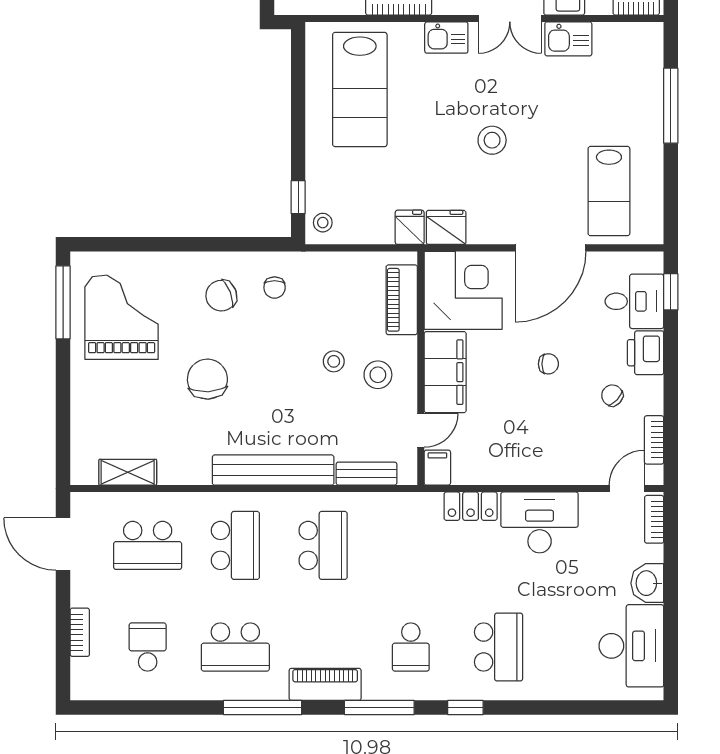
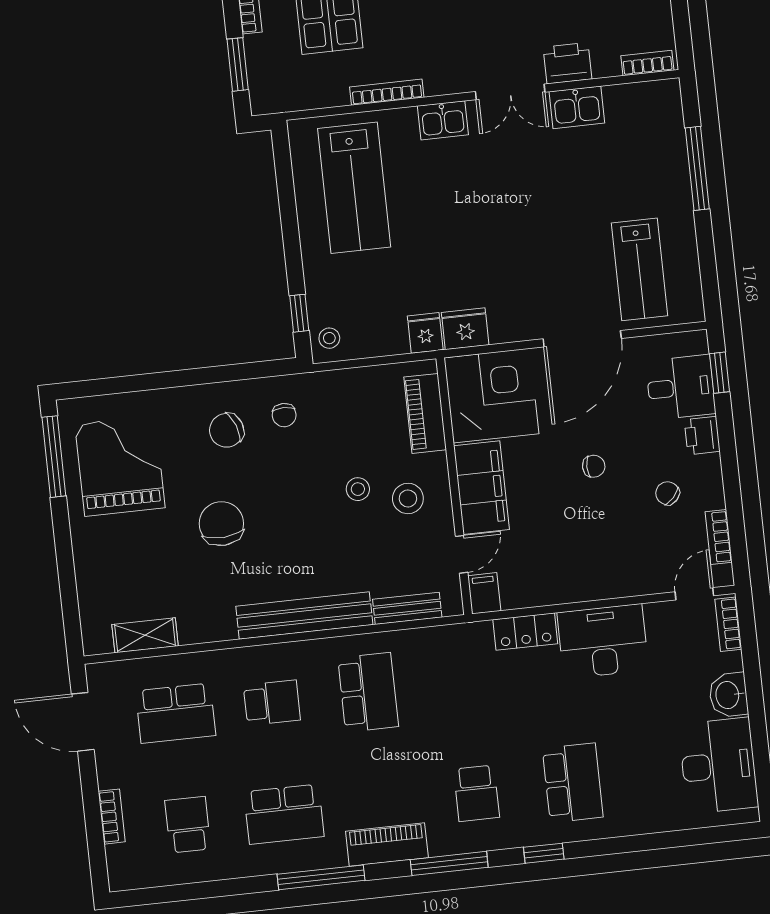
stool: (492, 140) -> (505, 228), removed
printer: (646, 353) -> (702, 436), width x0.73, depth x0.81
school desk: (235, 545) -> (272, 703), width x0.54

